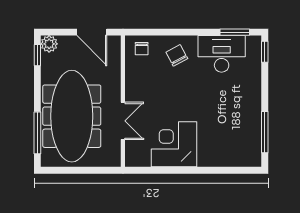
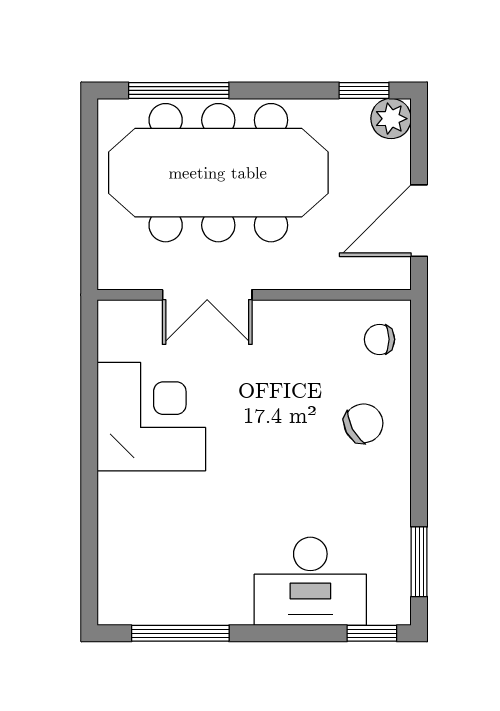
desk: (222, 54) -> (310, 581), moved, turned 90

